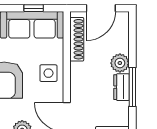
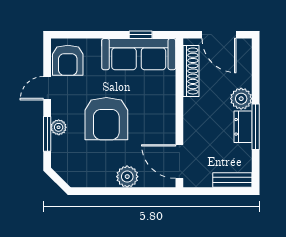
door: (101, 8) -> (219, 35), hinge flipped
side table: (48, 73) -> (158, 110), removed

